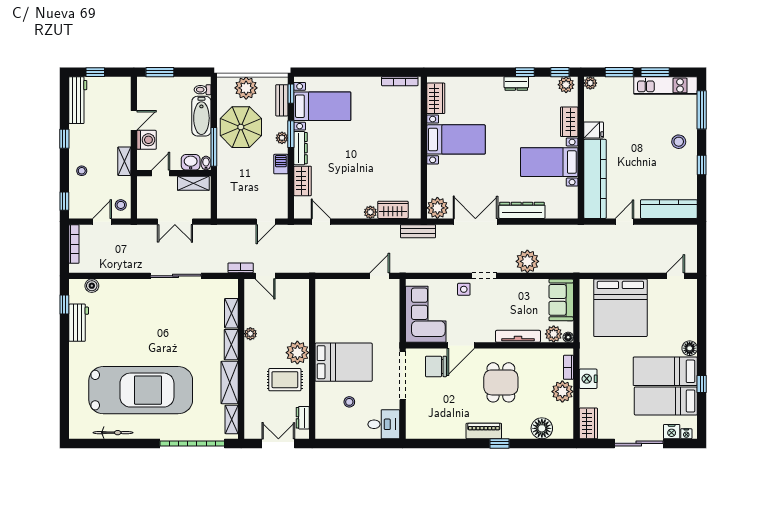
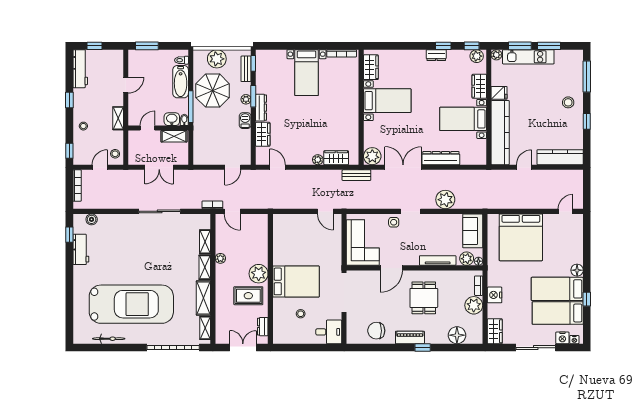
kitchen unit: (665, 85) -> (528, 57), moved
bed with nightstands: (322, 106) -> (307, 73), moved, turned 90
washing machine: (147, 140) -> (136, 101), removed
door: (380, 276) -> (325, 211), swing flipped
chair: (436, 366) -> (376, 331), moved

